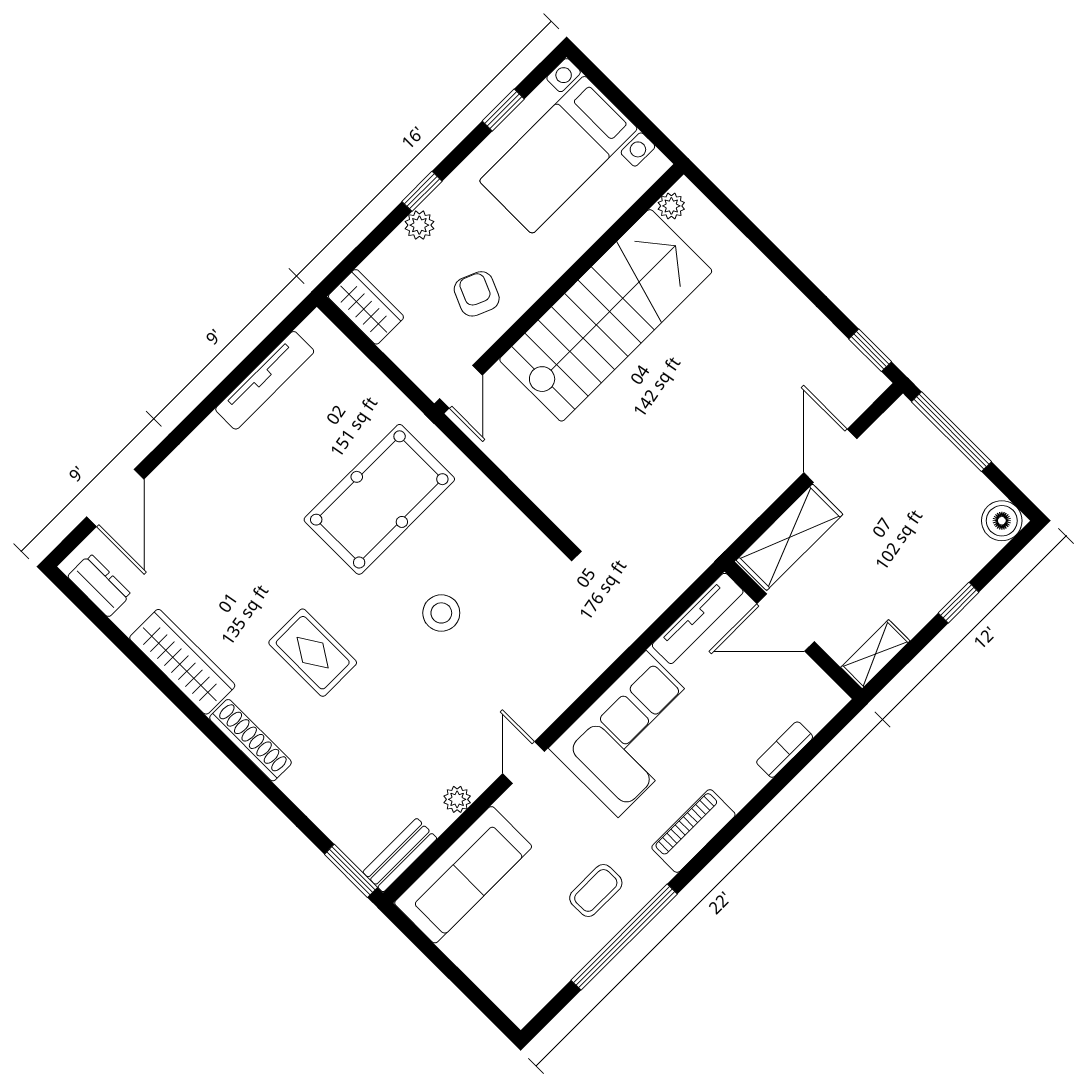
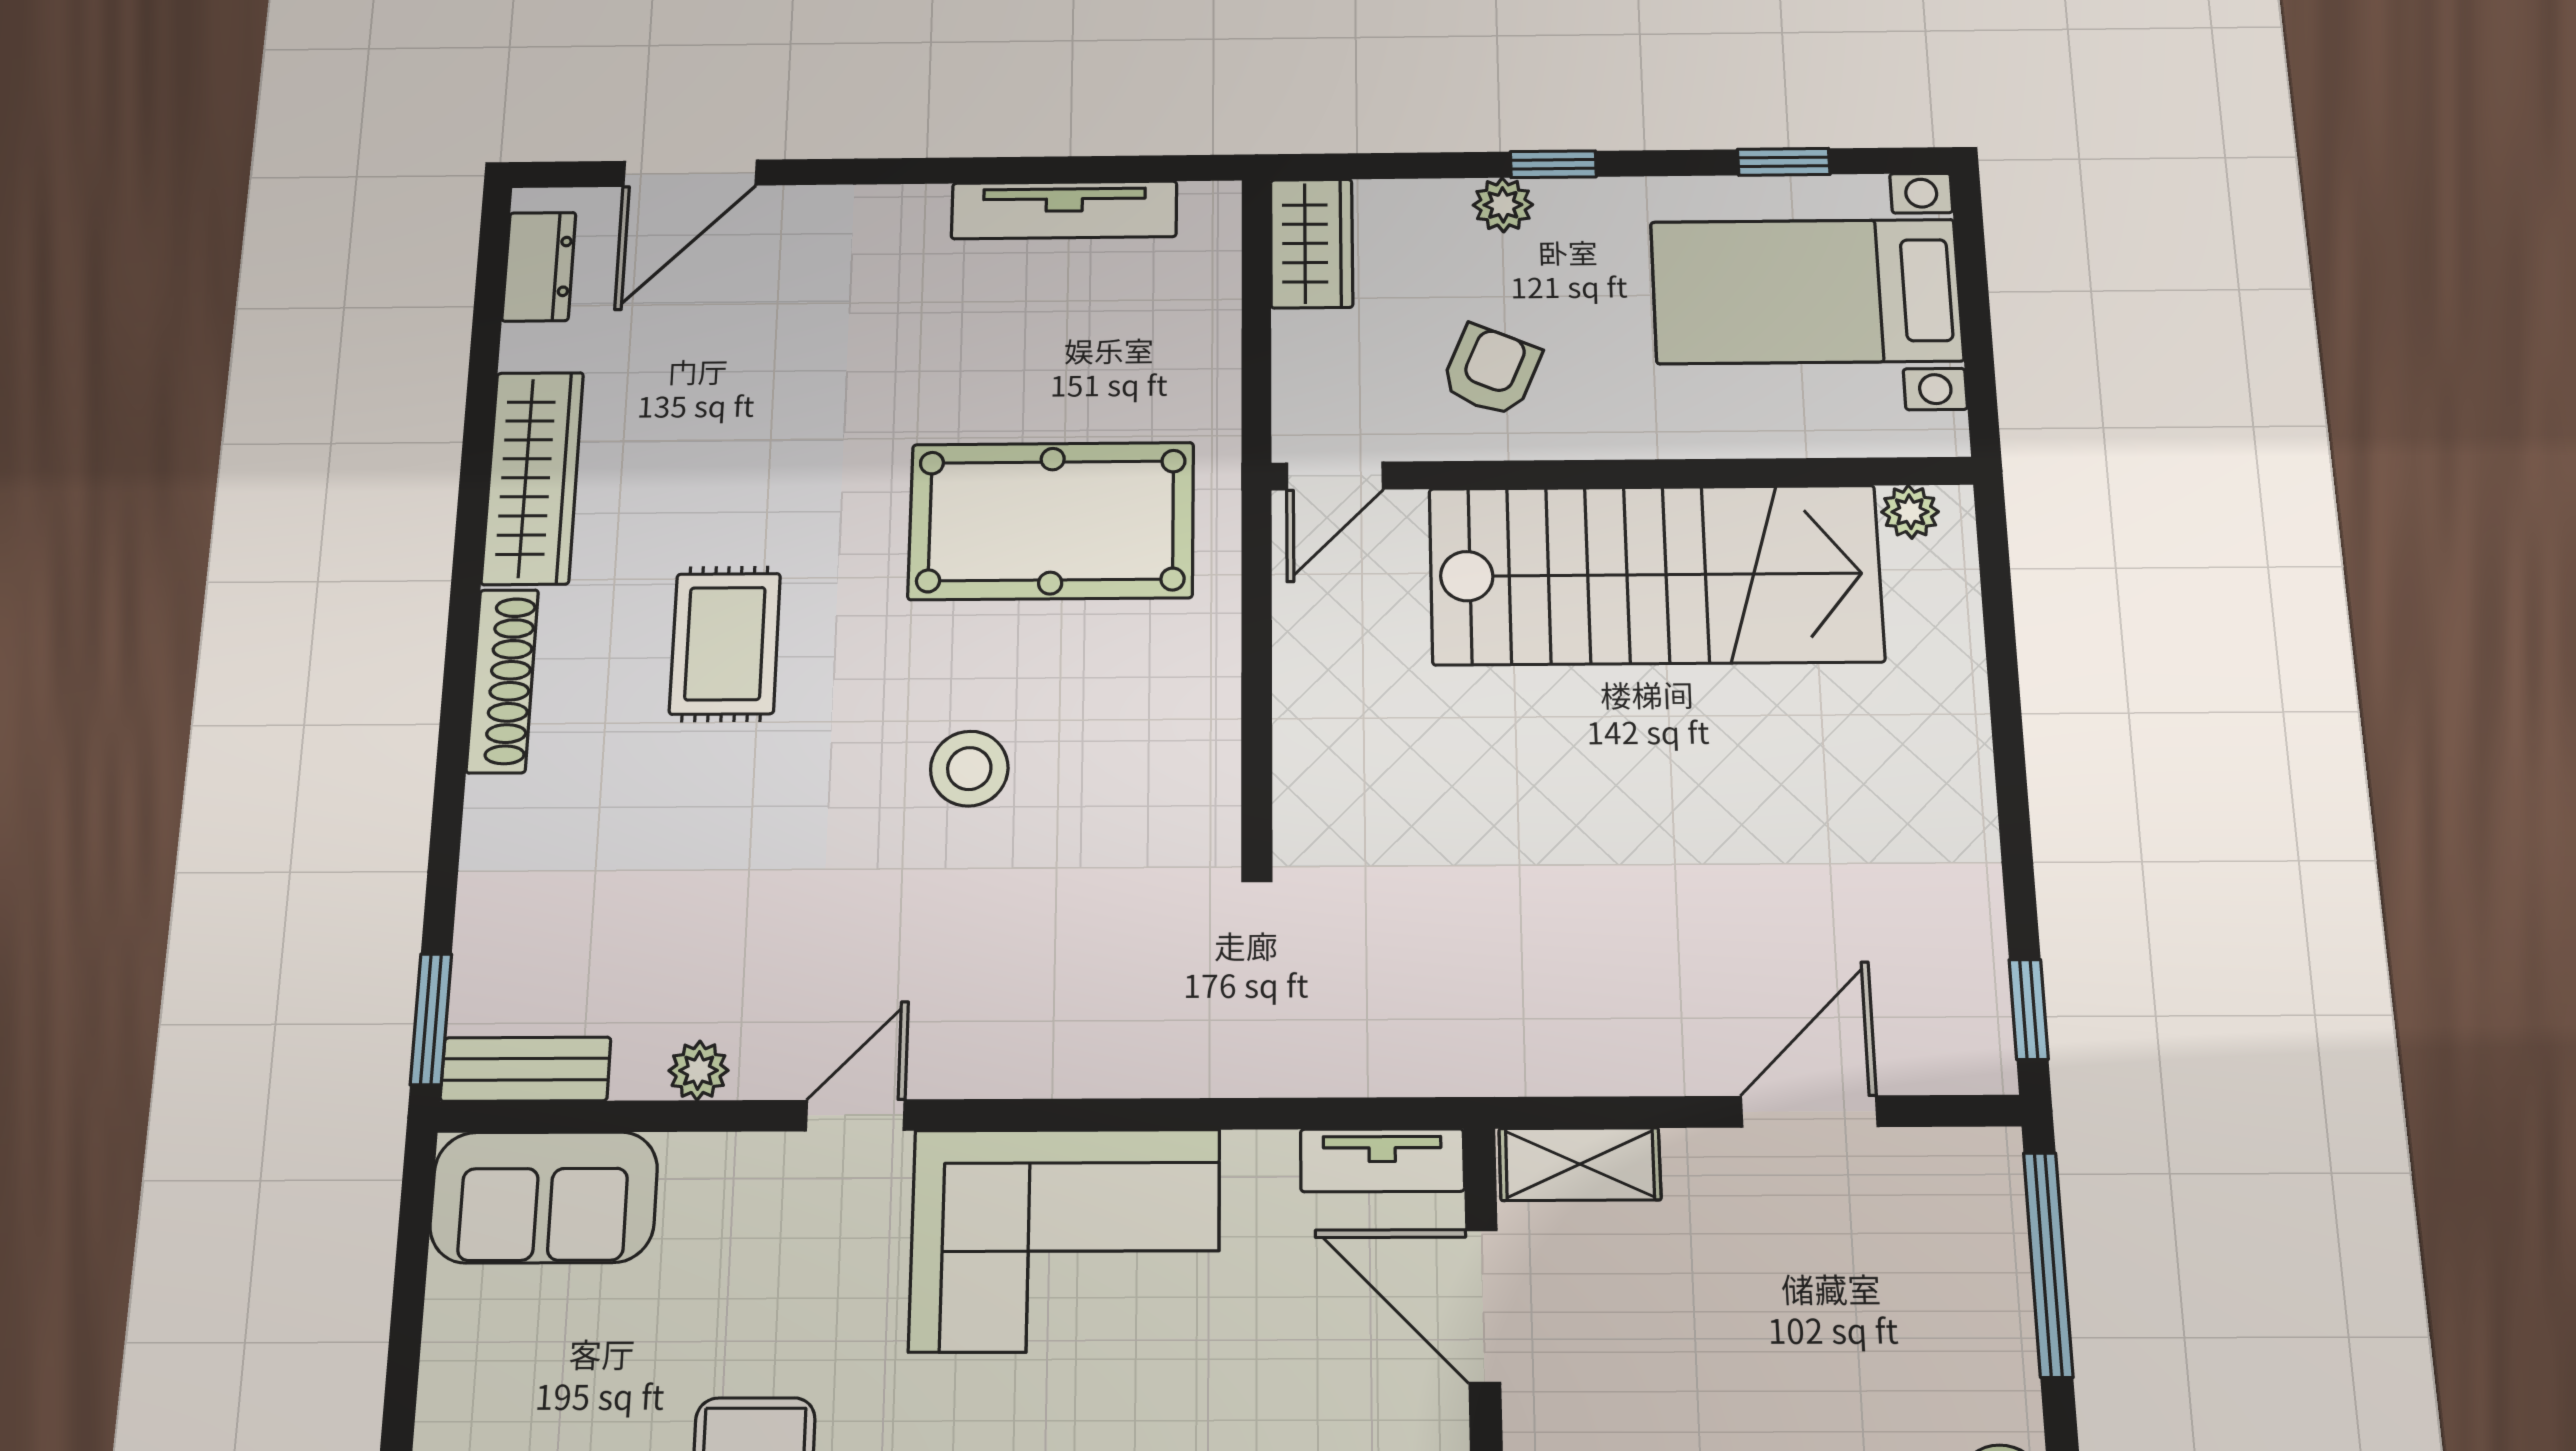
shelving: (790, 537) -> (1580, 1164), width x0.67, depth x0.75
tv unit: (698, 618) -> (1382, 1160), width x0.71
sofa: (463, 875) -> (544, 1197), width x0.73

